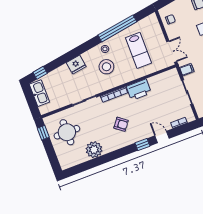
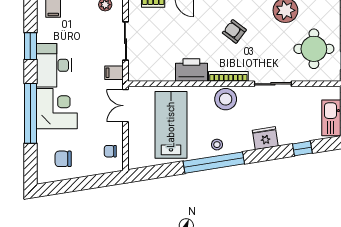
window: (117, 28) -> (214, 163), moved
lab bench: (139, 50) -> (171, 125), width x1.36, depth x1.39
stool: (106, 67) -> (226, 99), moved
window: (40, 73) -> (302, 148), moved

